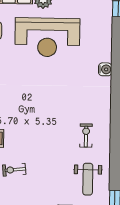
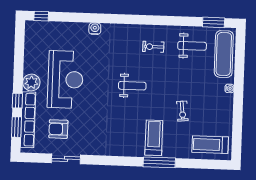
weight bench: (42, 113) -> (132, 86), added

